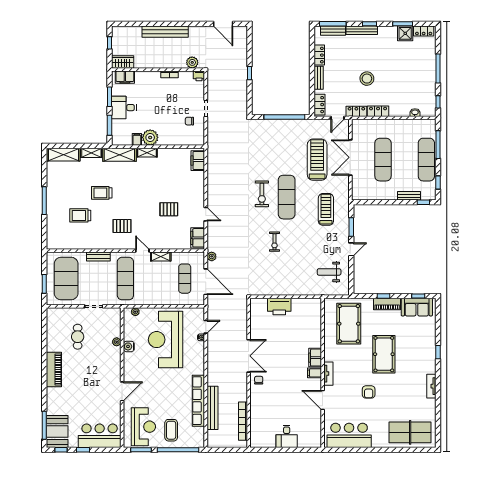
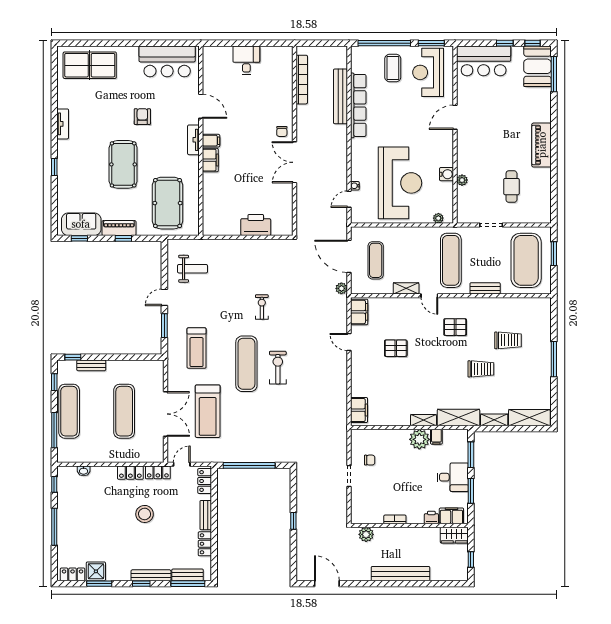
printer: (199, 76) -> (431, 517), moved

